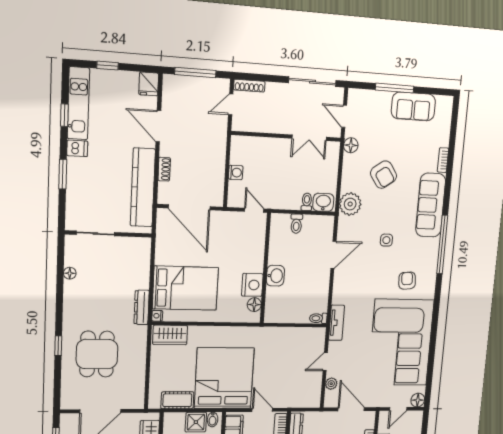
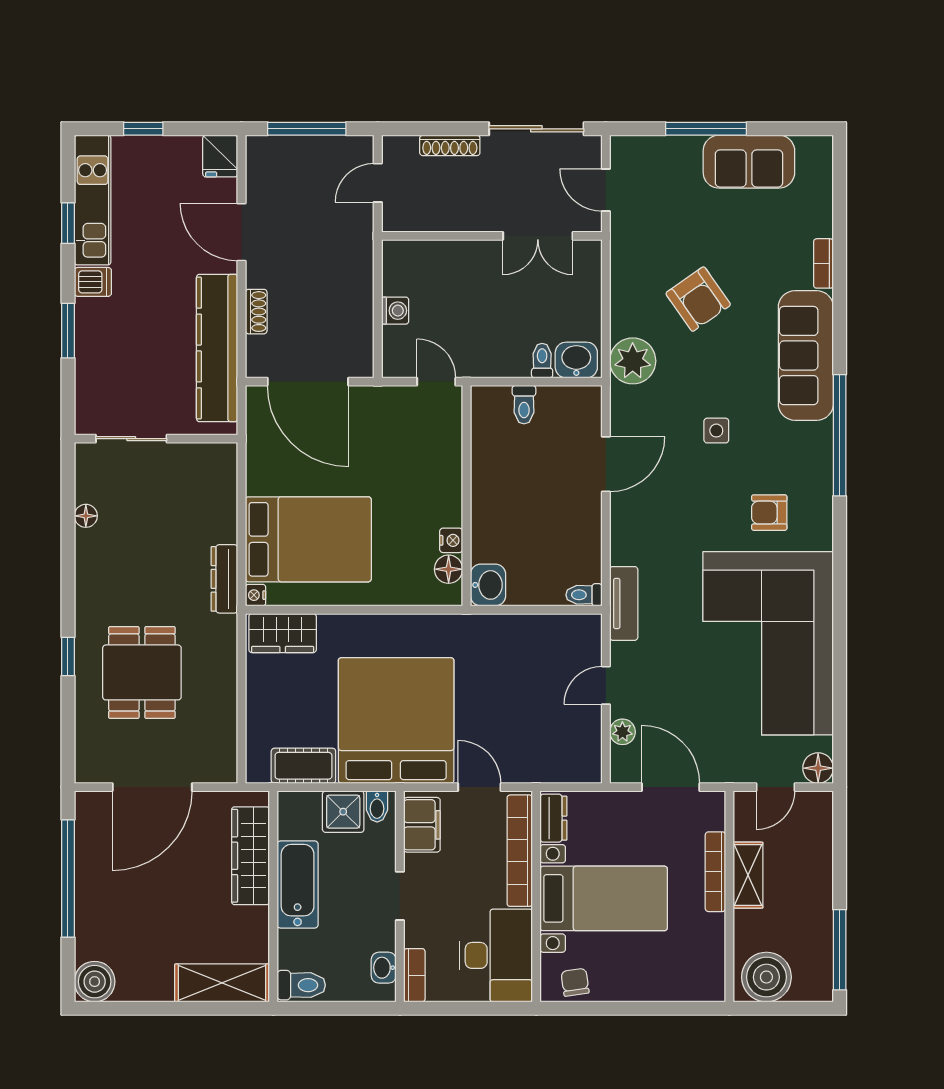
shoe rack: (249, 86) -> (450, 145), moved
floor lamp: (351, 145) -> (624, 245), removed
washbasin: (275, 276) -> (488, 585), moved
armchair: (407, 281) -> (769, 513), turned -85
nightstand: (252, 285) -> (451, 540), width x0.53, depth x0.56

